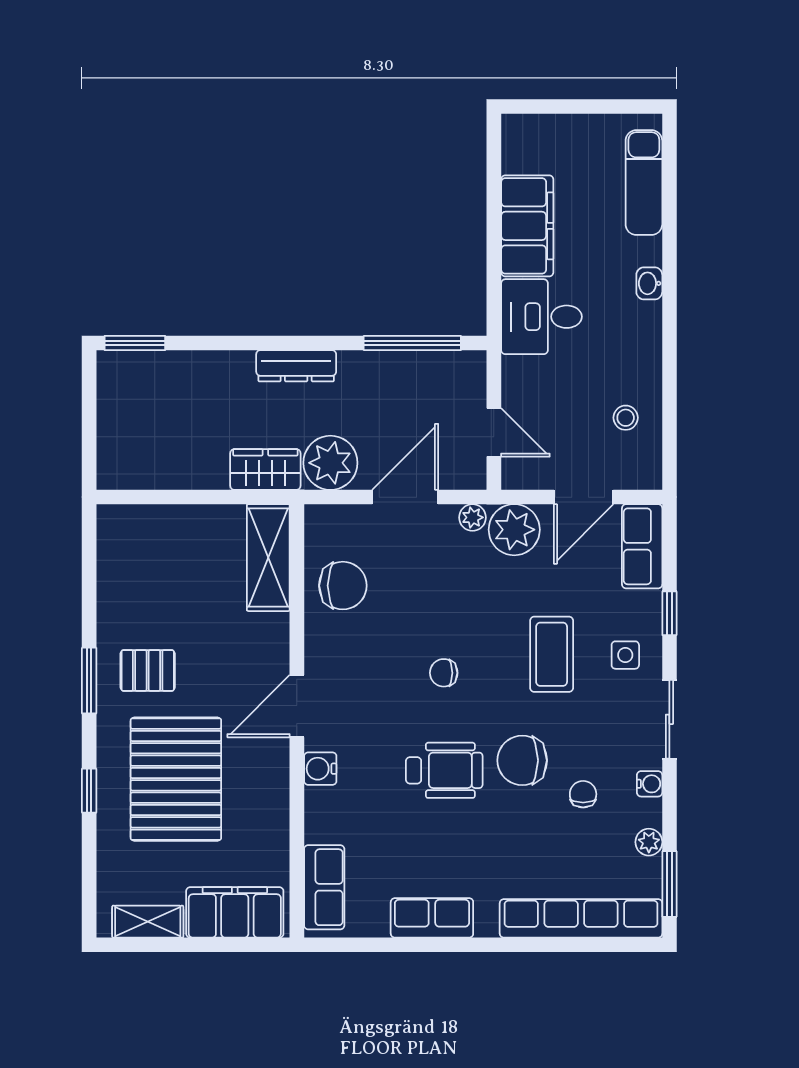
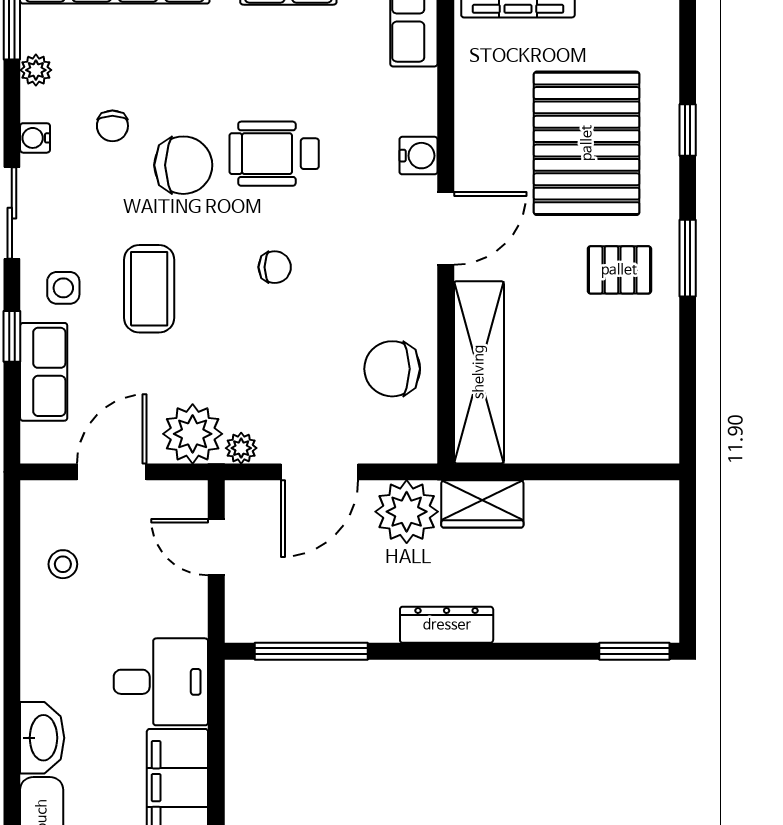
washbasin: (649, 283) -> (42, 738), width x1.91, depth x1.45
row of seats: (642, 546) -> (44, 372), moved
shelving: (268, 558) -> (479, 372), width x1.47

